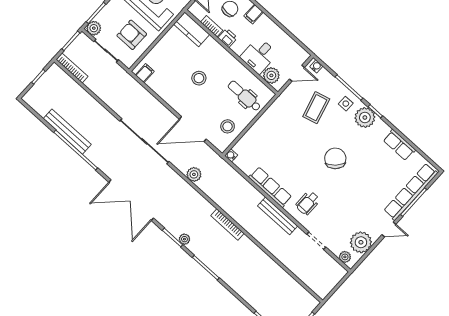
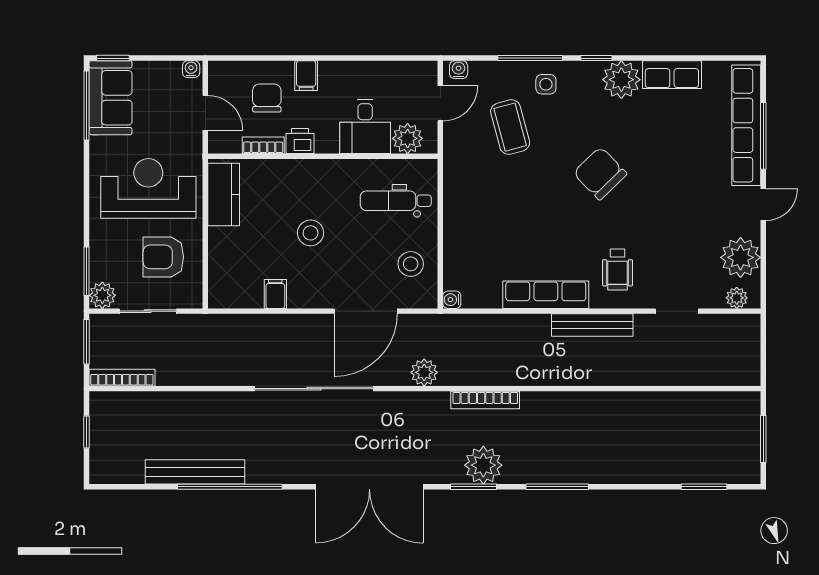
kitchen counter: (192, 29) -> (224, 194), moved, turned -90
filing cabinet: (145, 73) -> (275, 294), moved
plant: (365, 117) -> (621, 80), moved
bookcase: (227, 224) -> (485, 400), moved
plant: (184, 239) -> (483, 465), width x1.88, depth x1.88

